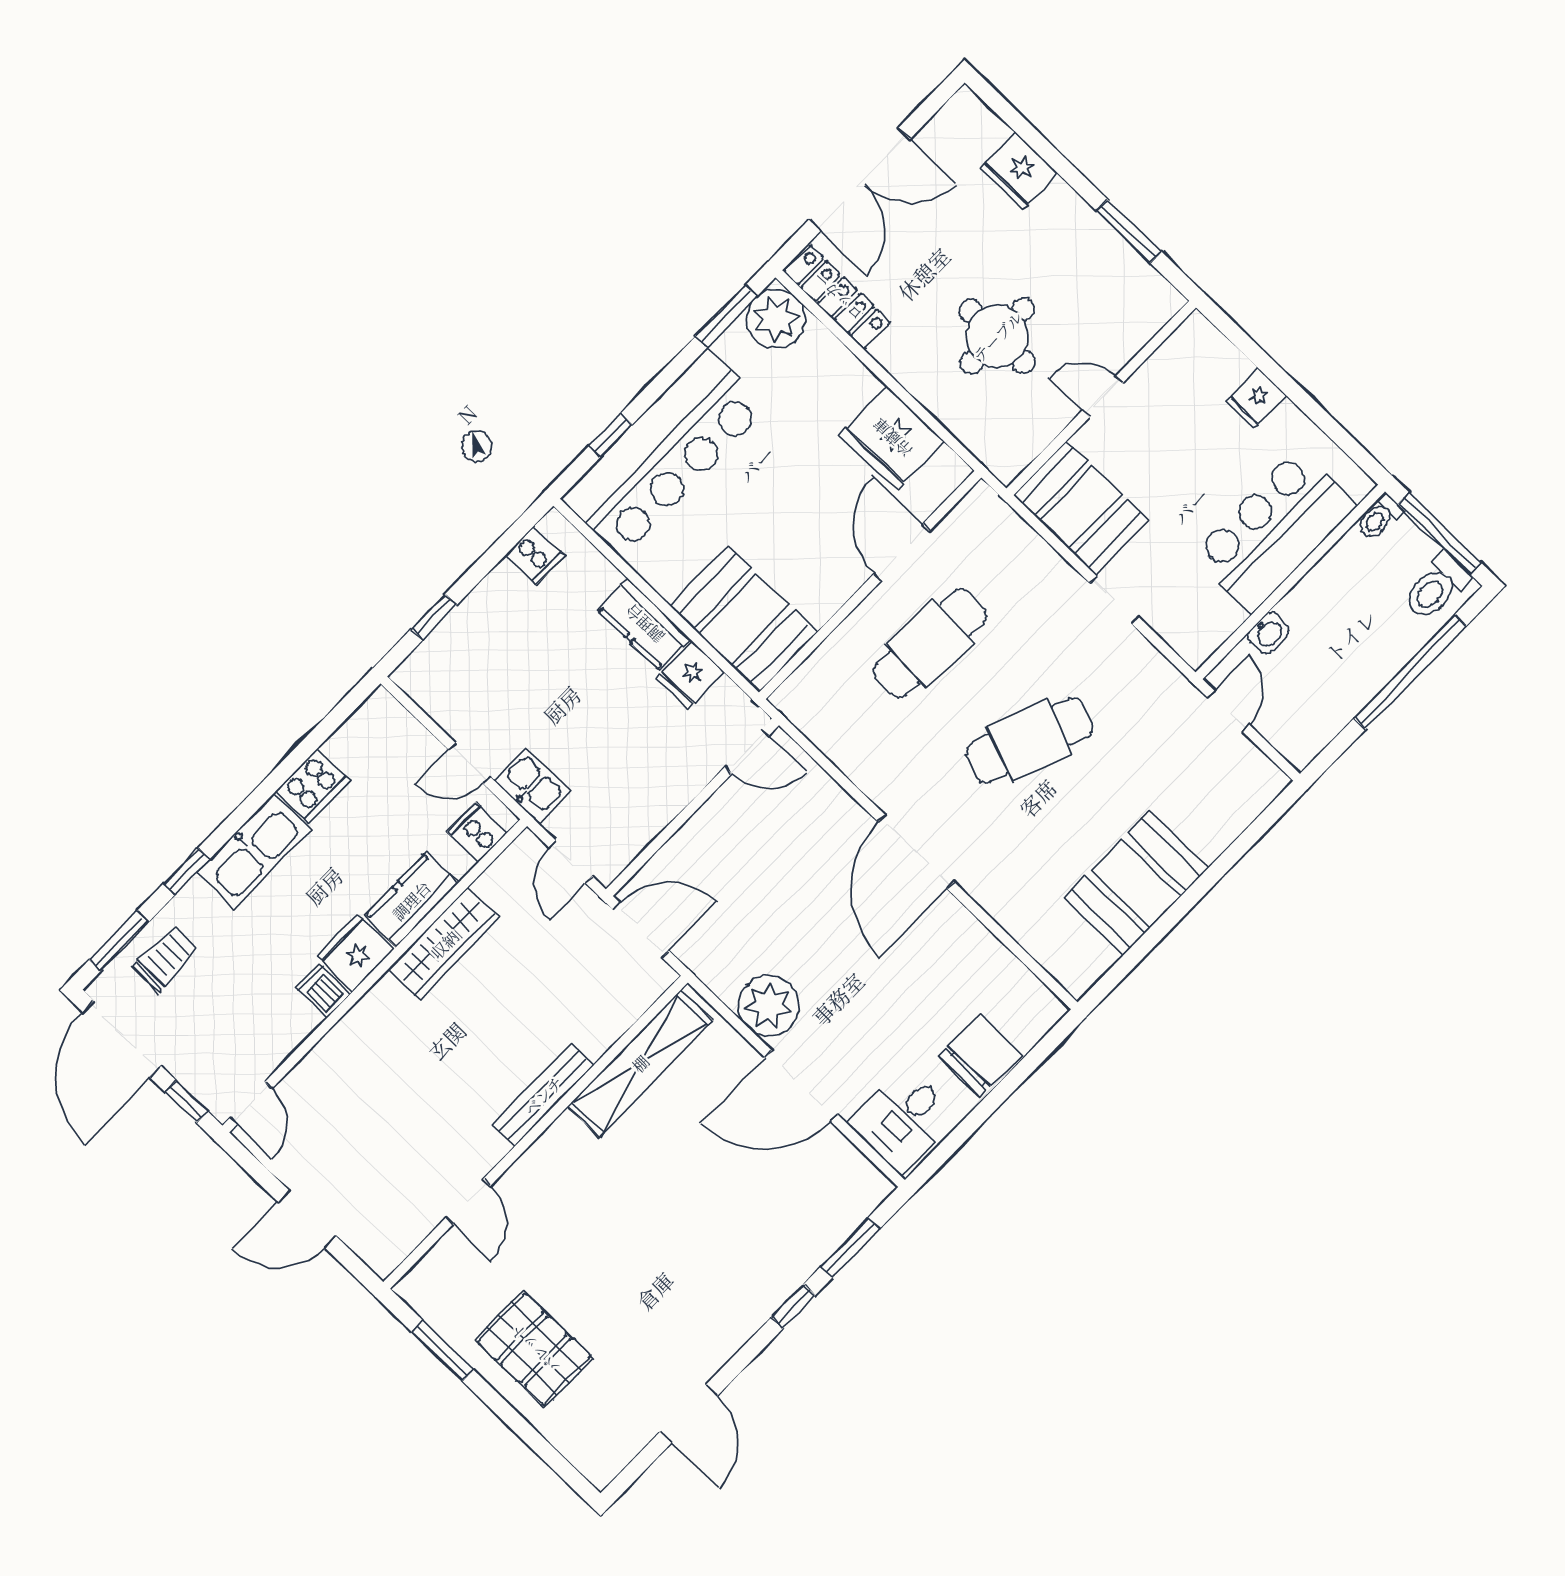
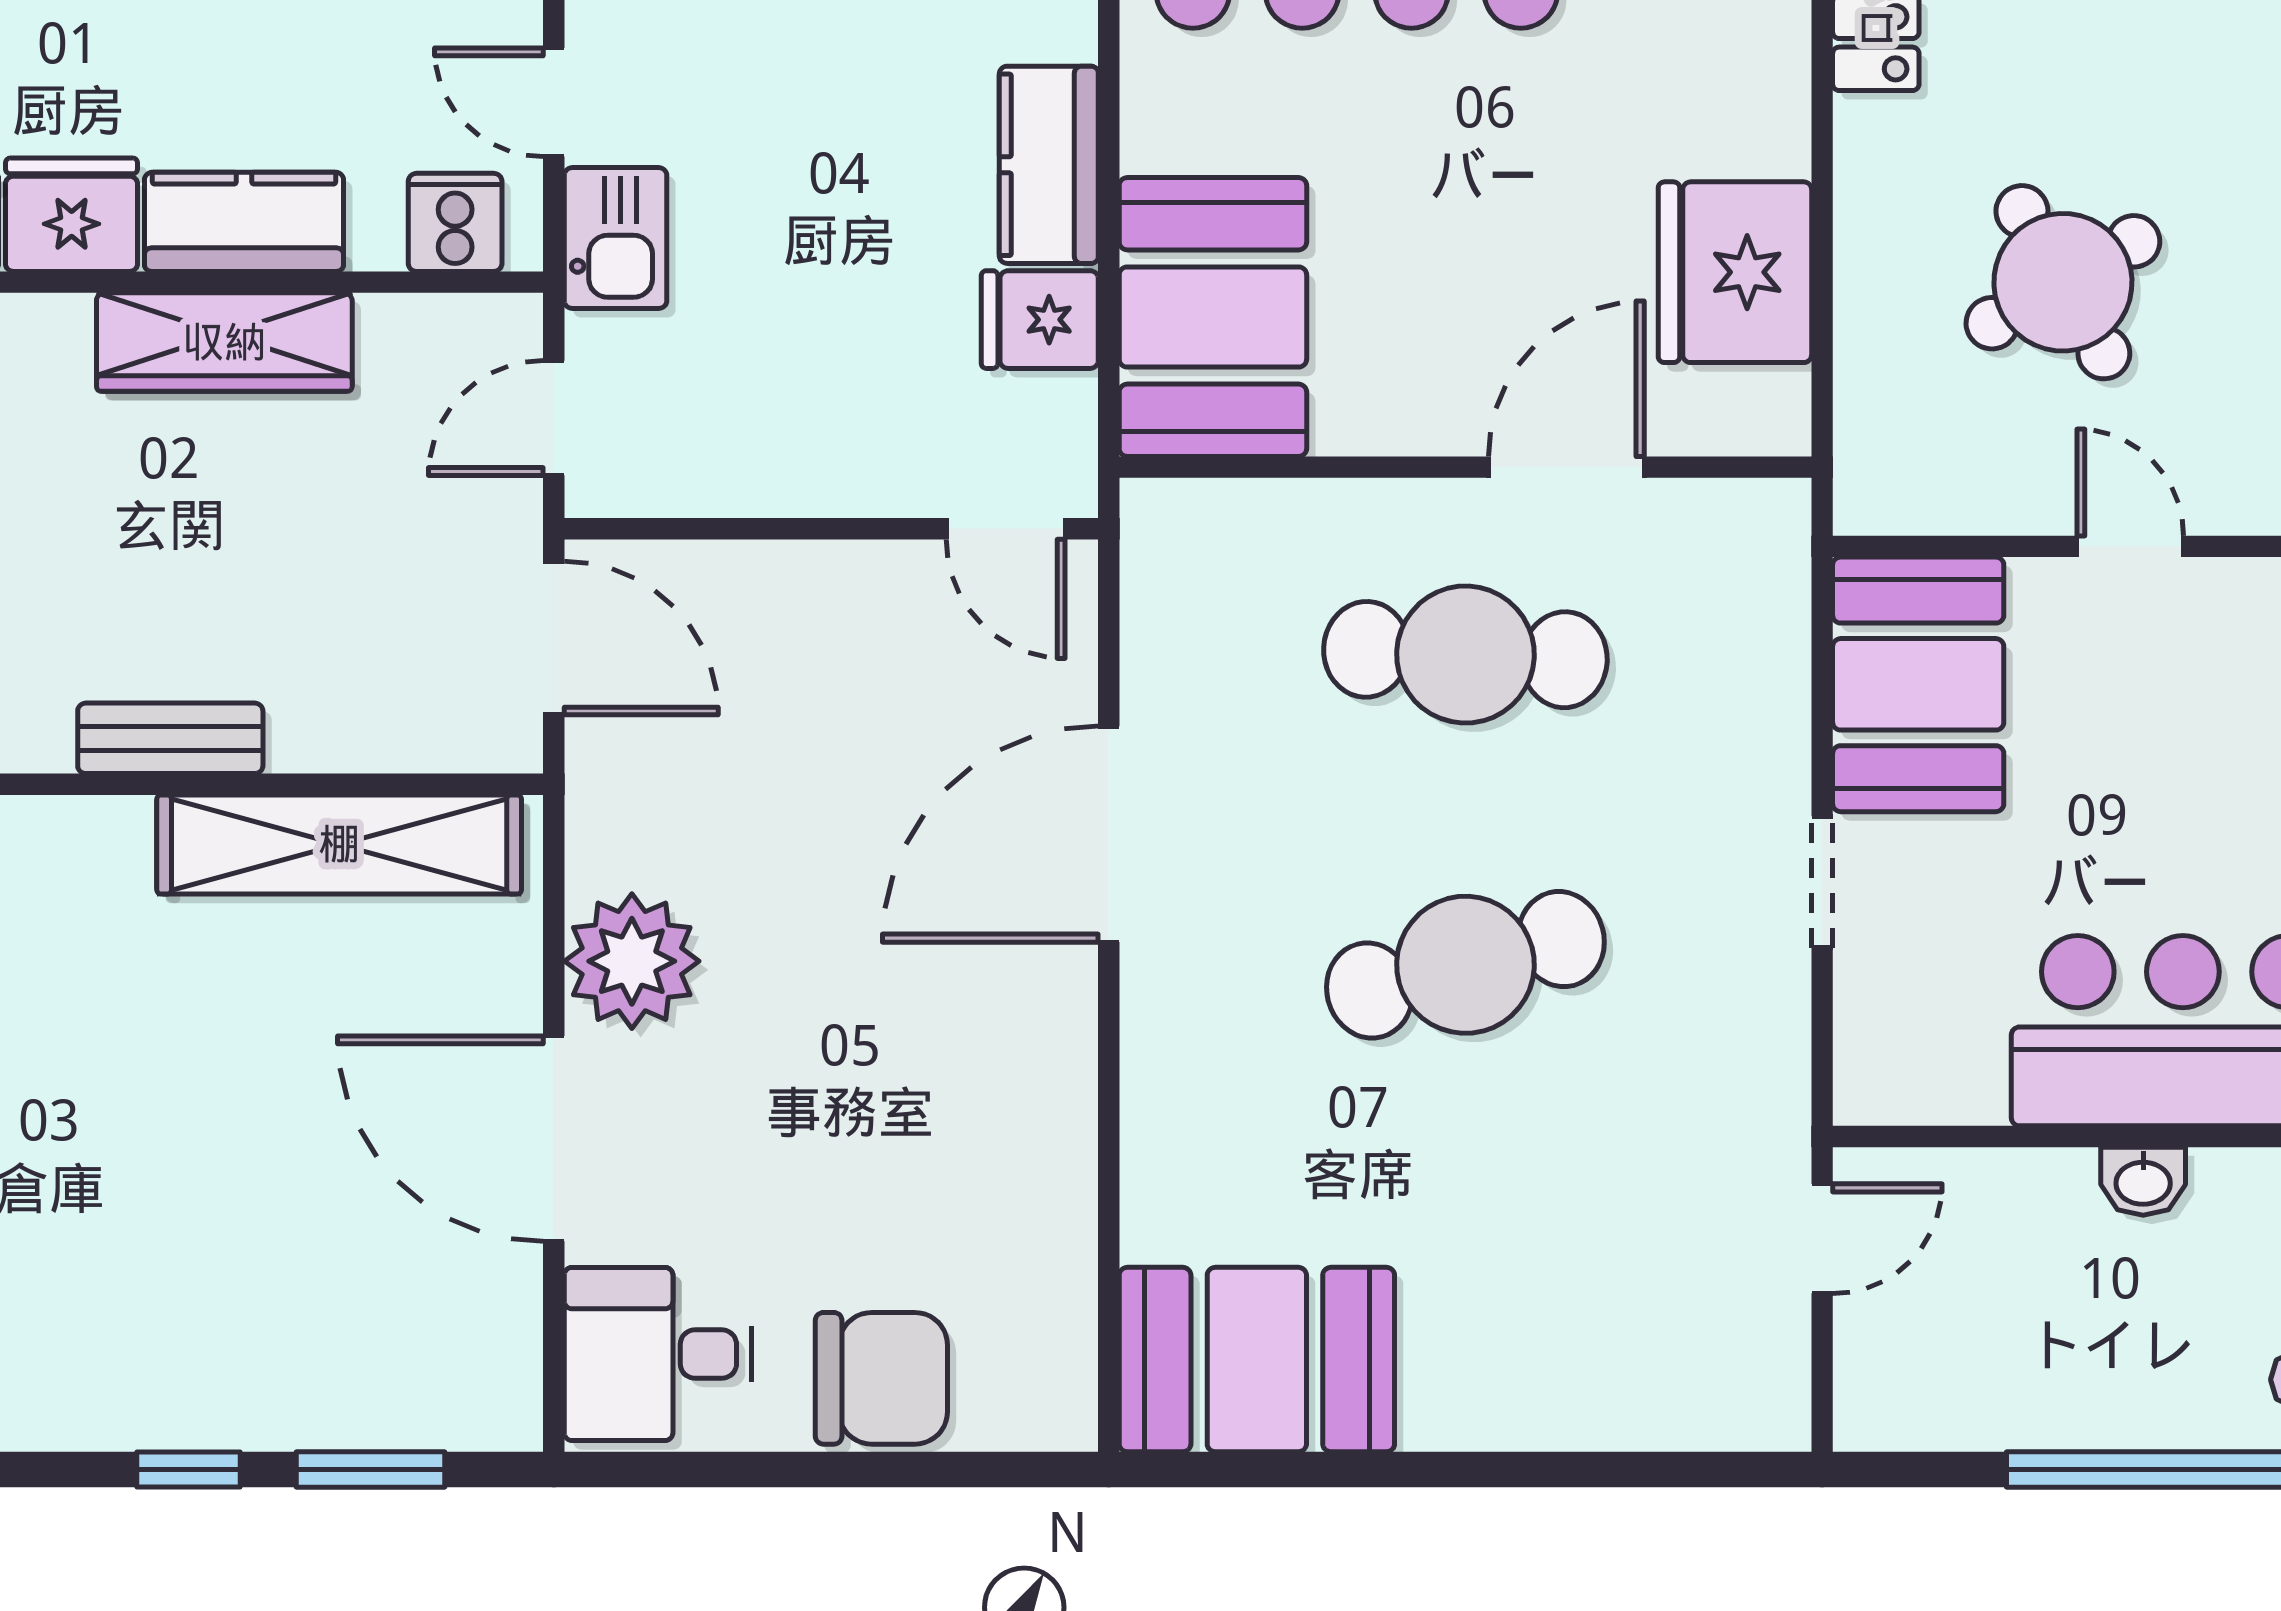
round table: (997, 336) -> (2063, 282), turned -30
washbasin: (1269, 633) -> (2143, 1181), moved
cafe table: (1030, 740) -> (1465, 965), turned -36
door: (916, 852) -> (1109, 834), moved
booth: (1136, 883) -> (1257, 1360), moved
bench: (543, 1095) -> (170, 738), width x0.73

